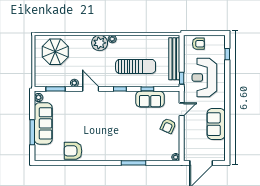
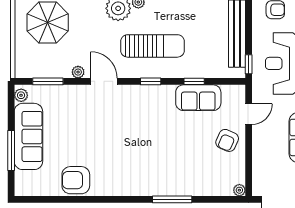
sun lounger: (136, 66) -> (153, 46), moved

